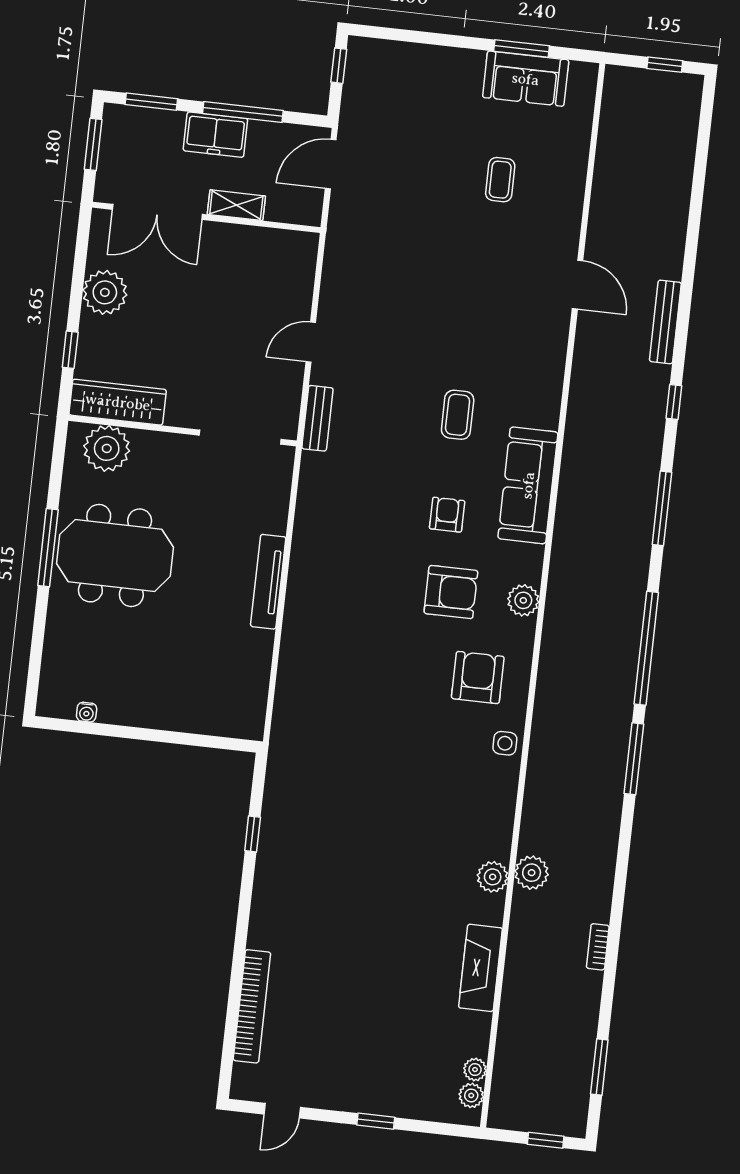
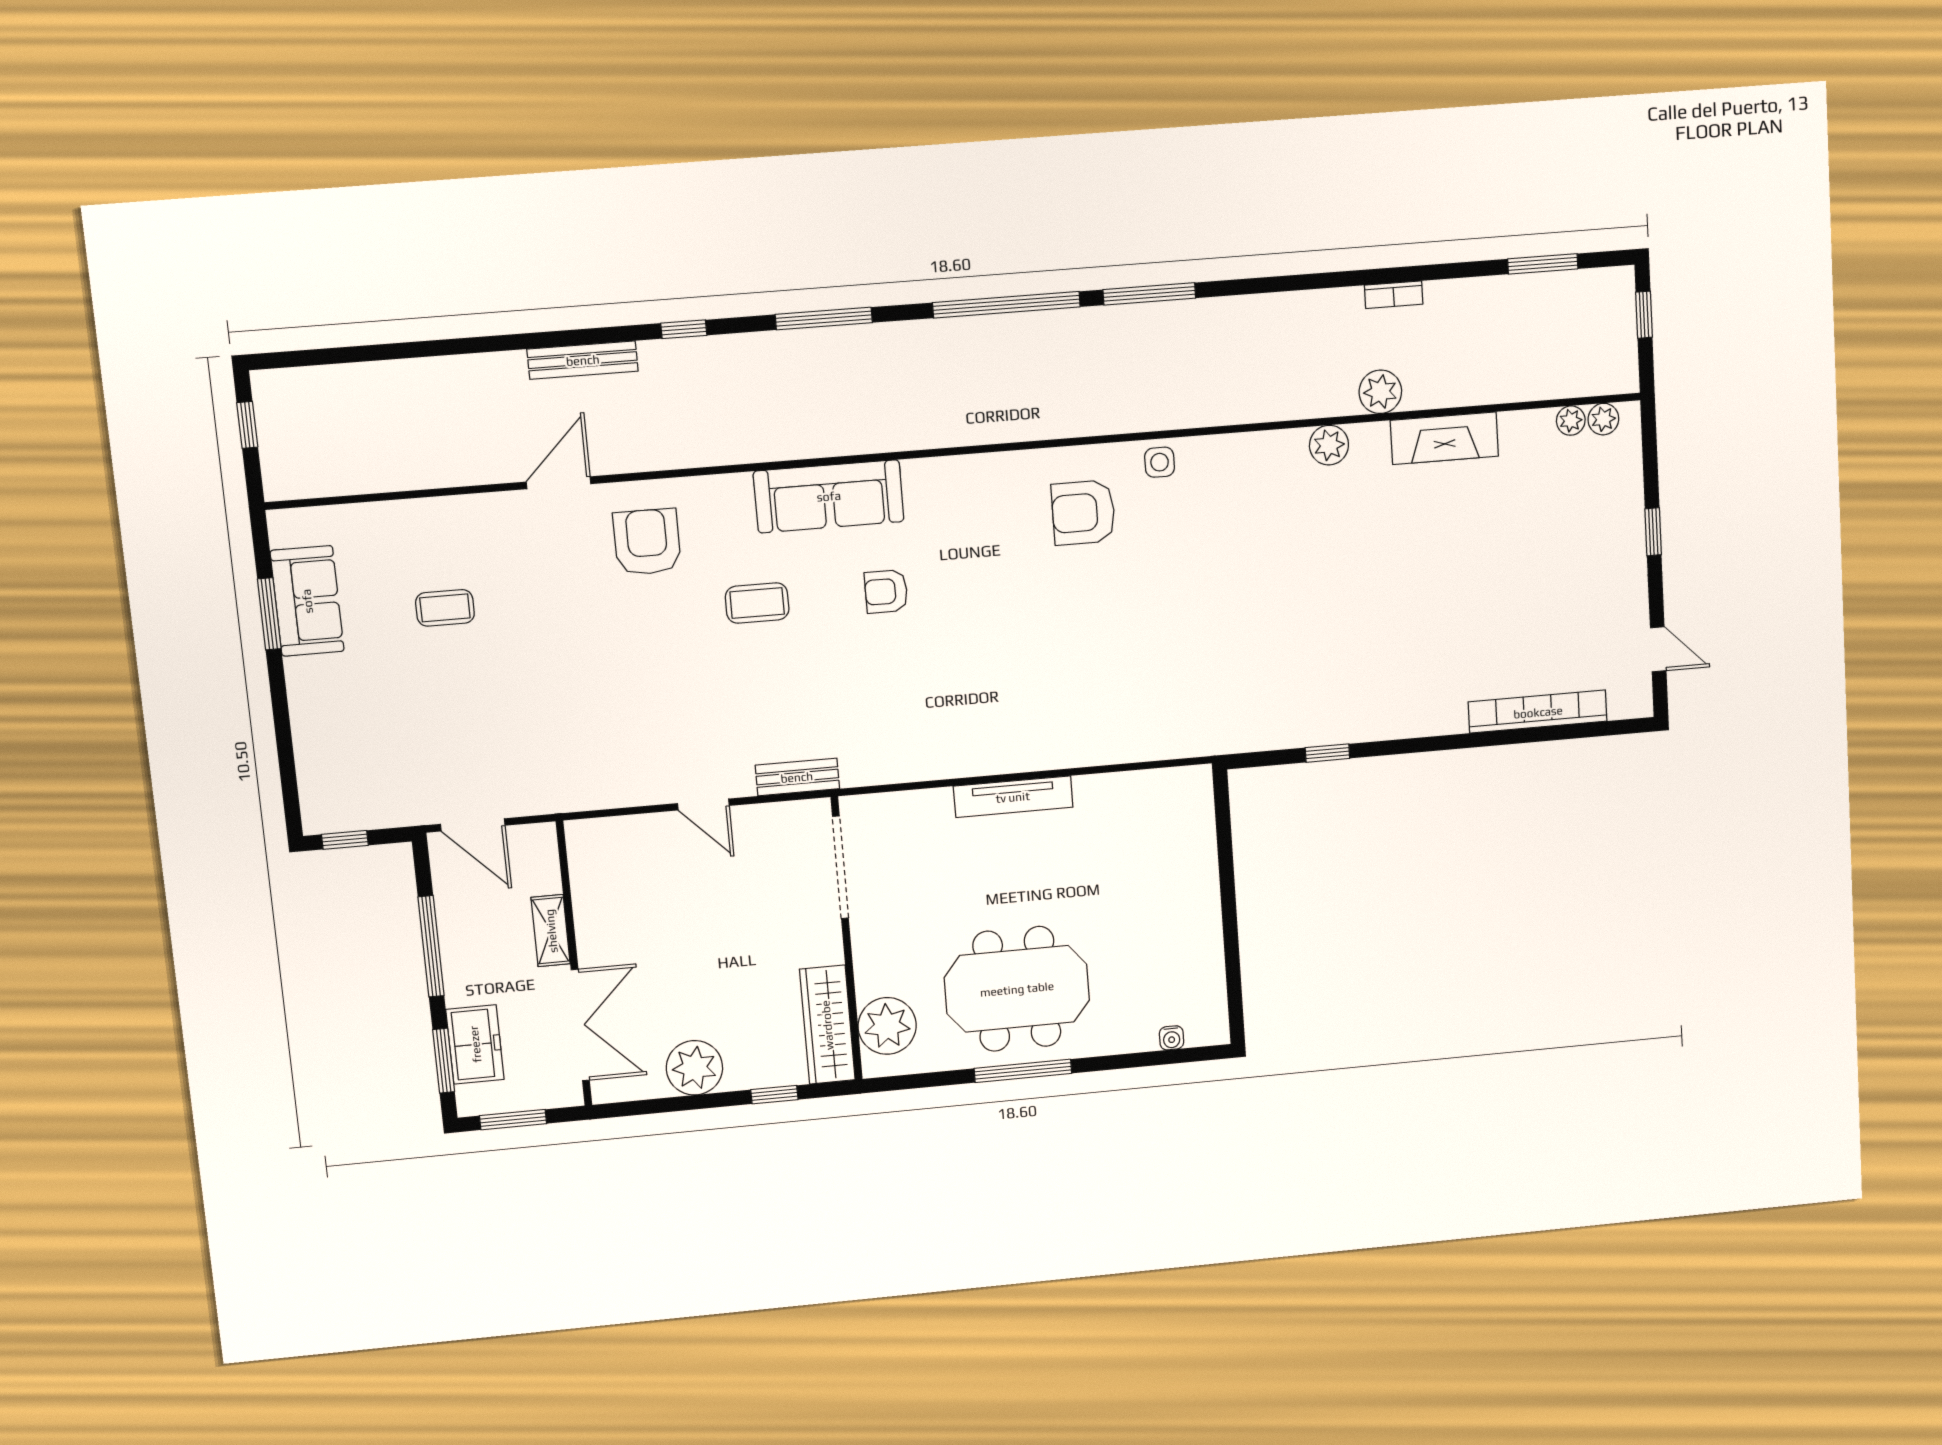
freezer: (215, 135) -> (475, 1044), moved
meeting table: (115, 555) -> (1017, 989), turned 90
armchair: (451, 592) -> (647, 542), moved
plant: (523, 600) -> (976, 474), removed
water cooler: (87, 712) -> (1172, 1038), moved, turned 90
plant: (532, 873) -> (1380, 392), moved

